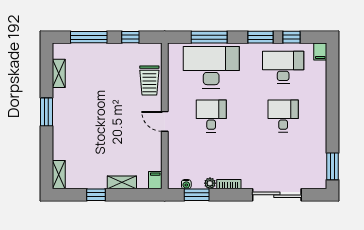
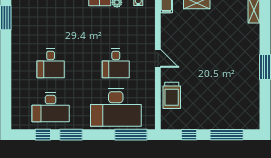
window: (209, 37) -> (131, 135), moved
filing cabinet: (320, 52) -> (17, 122), removed
shelving: (59, 73) -> (254, 102), removed
trolley: (149, 81) -> (172, 95), turned 180

